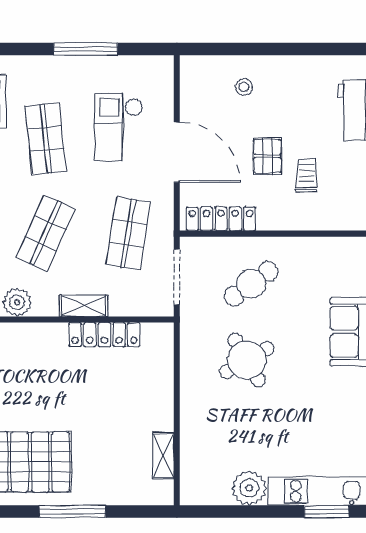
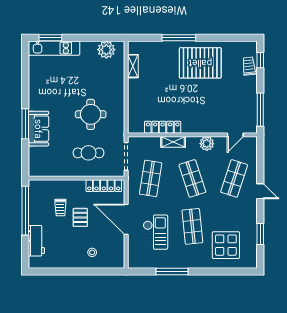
shop shelf: (46, 233) -> (192, 178), turned -42
cafe table: (251, 284) -> (89, 153), turned 36
round table: (247, 360) -> (91, 114), turned 30
plant: (249, 488) -> (106, 50), moved

